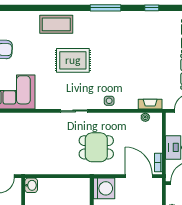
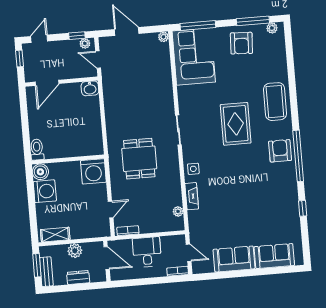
window: (106, 8) -> (298, 156), width x1.46
armchair: (100, 23) -> (280, 151), added
fireplace: (150, 104) -> (192, 196), moved
door: (139, 176) -> (111, 209), width x0.53

